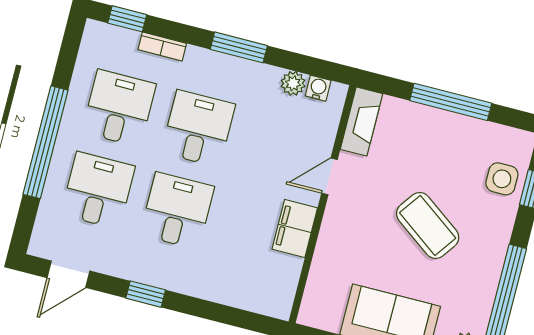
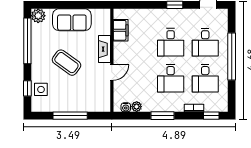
fireplace: (362, 122) -> (104, 49), moved
filing cabinet: (295, 228) -> (121, 30), moved

